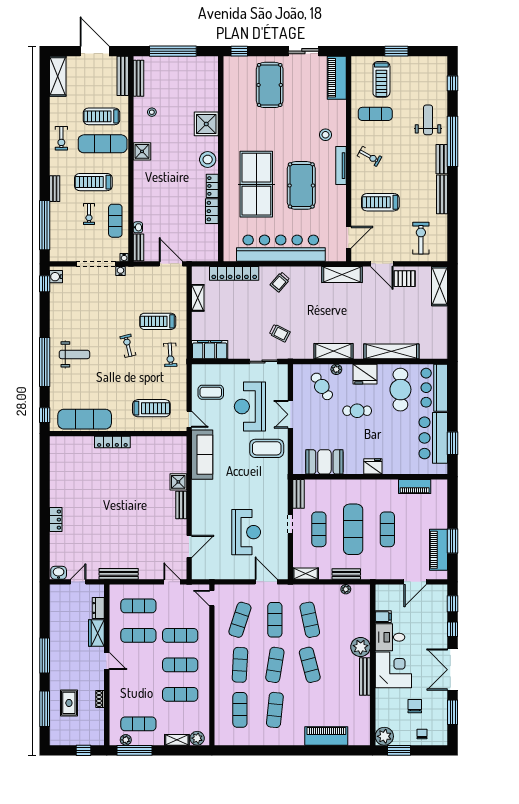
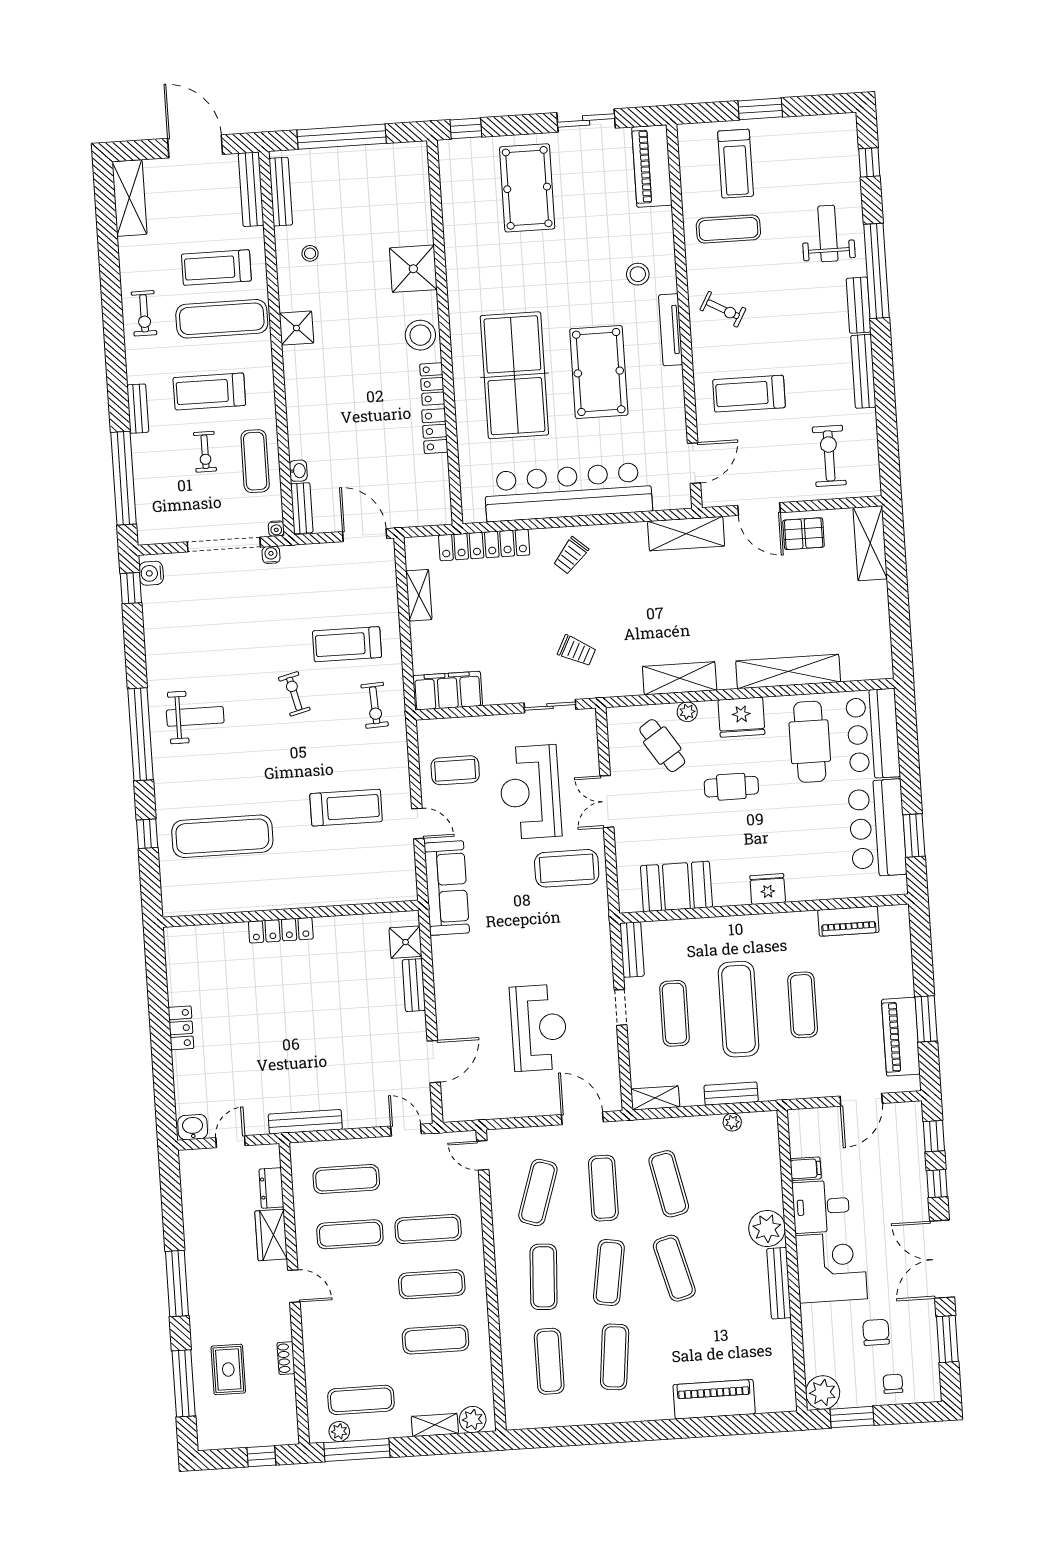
wall: (118, 434) -> (291, 914), moved
locker: (112, 442) -> (281, 930), moved

